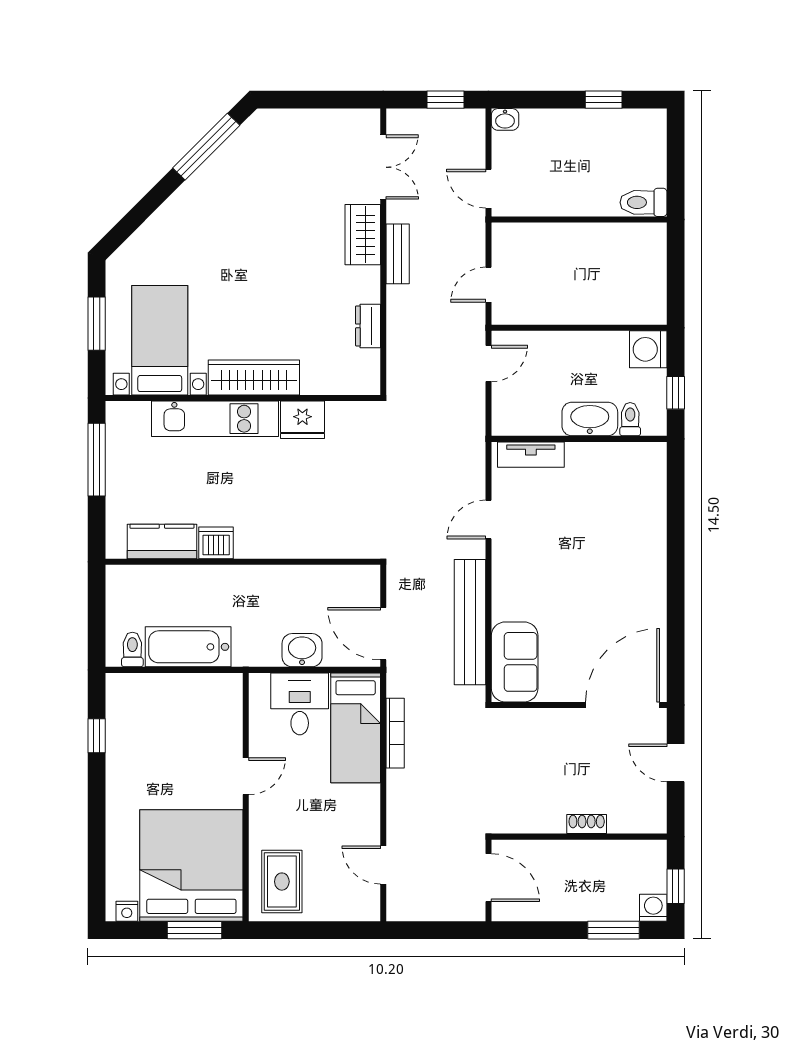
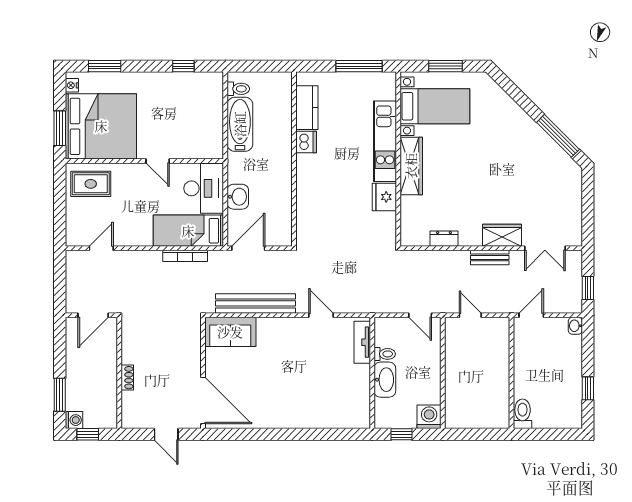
toilet: (630, 419) -> (385, 354), moved
desk: (300, 704) -> (204, 188), width x1.37
door: (676, 763) -> (166, 434), swing flipped
window: (97, 860) -> (105, 66), added

